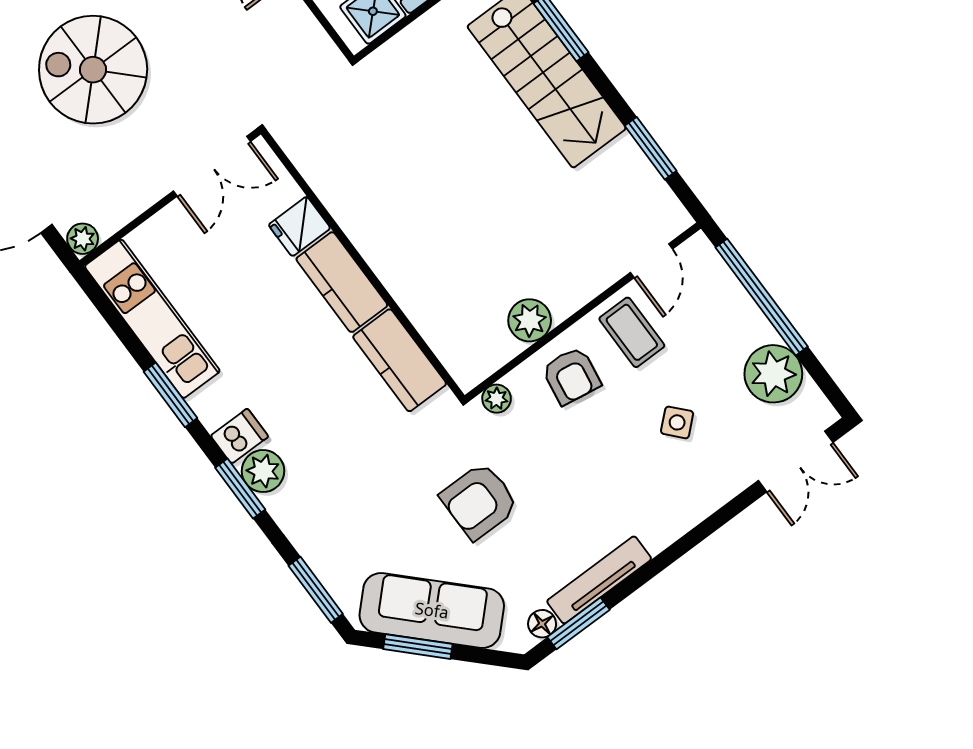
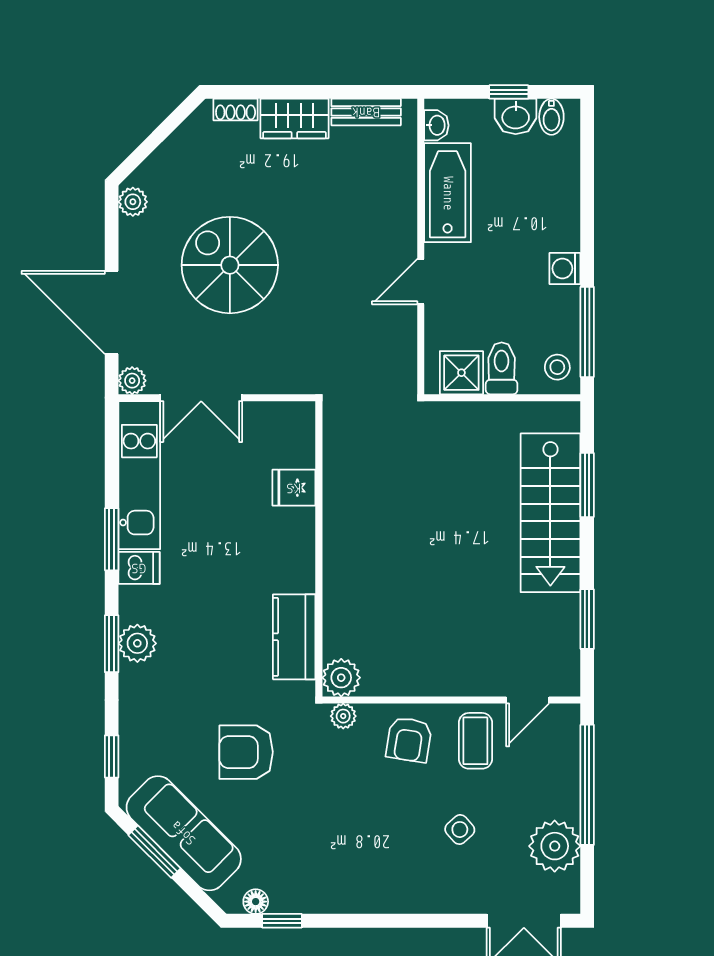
double door: (212, 166) -> (201, 398), moved
kitchen counter: (342, 282) -> (295, 550), removed
plant: (530, 320) -> (341, 678), moved
dishwasher: (239, 436) -> (139, 568), moved
armchair: (479, 501) -> (246, 752), moved
tv unit: (599, 580) -> (320, 901), removed
window: (316, 590) -> (112, 756), width x0.67
window: (579, 623) -> (282, 921), width x0.67

